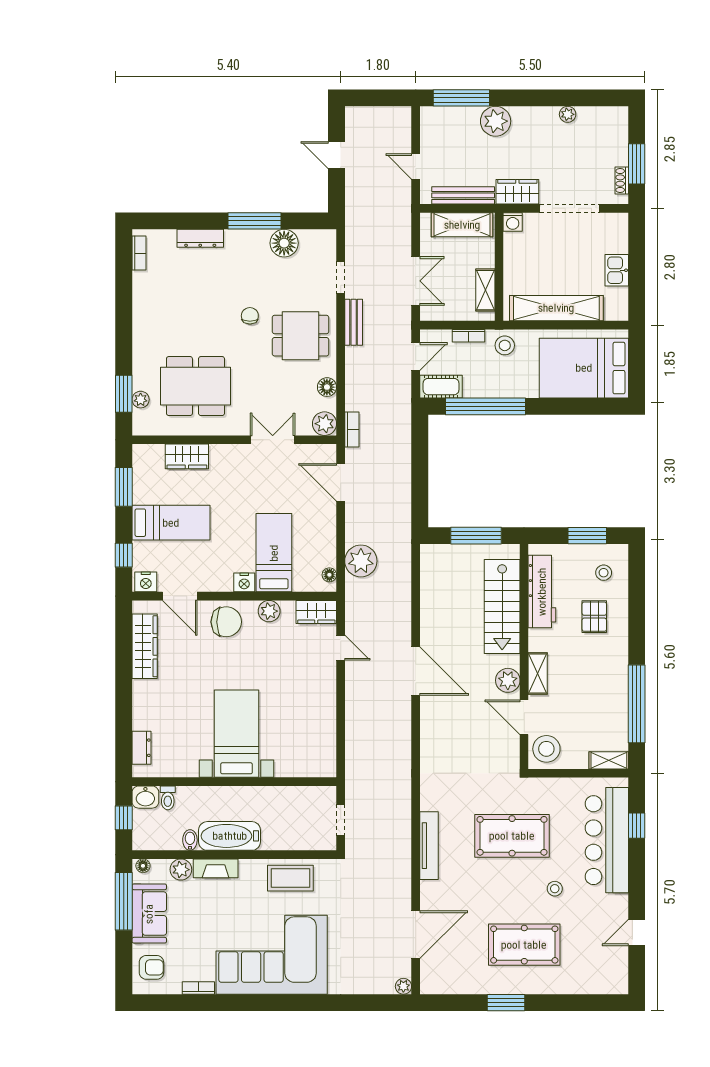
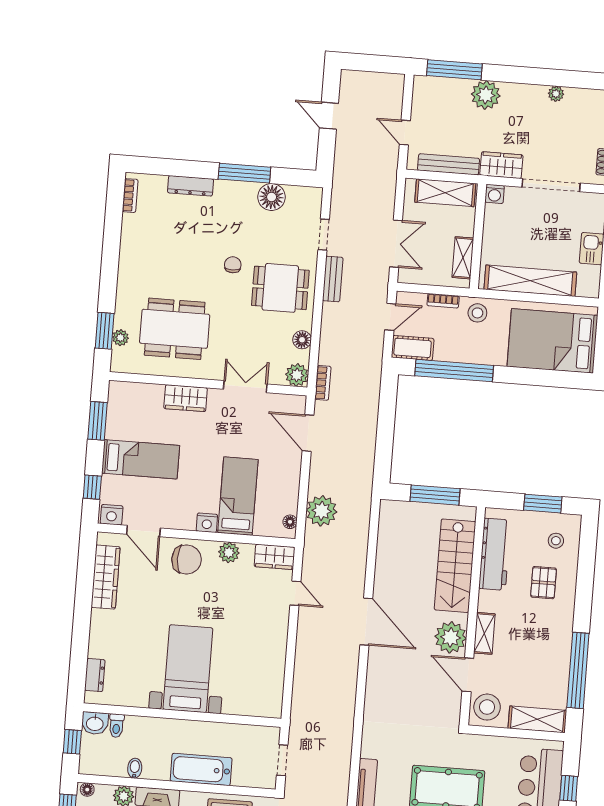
wardrobe: (187, 456) -> (186, 398), moved
plant: (508, 680) -> (451, 637), width x1.36, depth x1.36
shelving: (609, 760) -> (537, 719), width x1.50, depth x1.33
bathtub: (230, 836) -> (201, 769), moved

